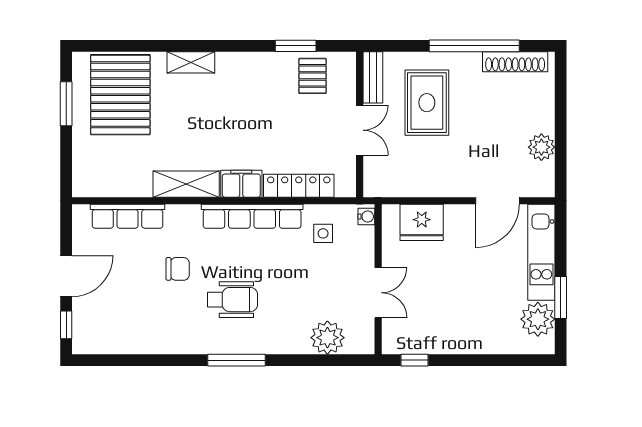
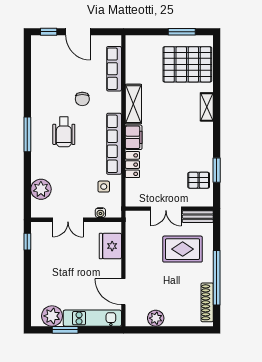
locker: (299, 186) -> (132, 165), width x0.66
water cooler: (366, 216) -> (100, 213), moved

